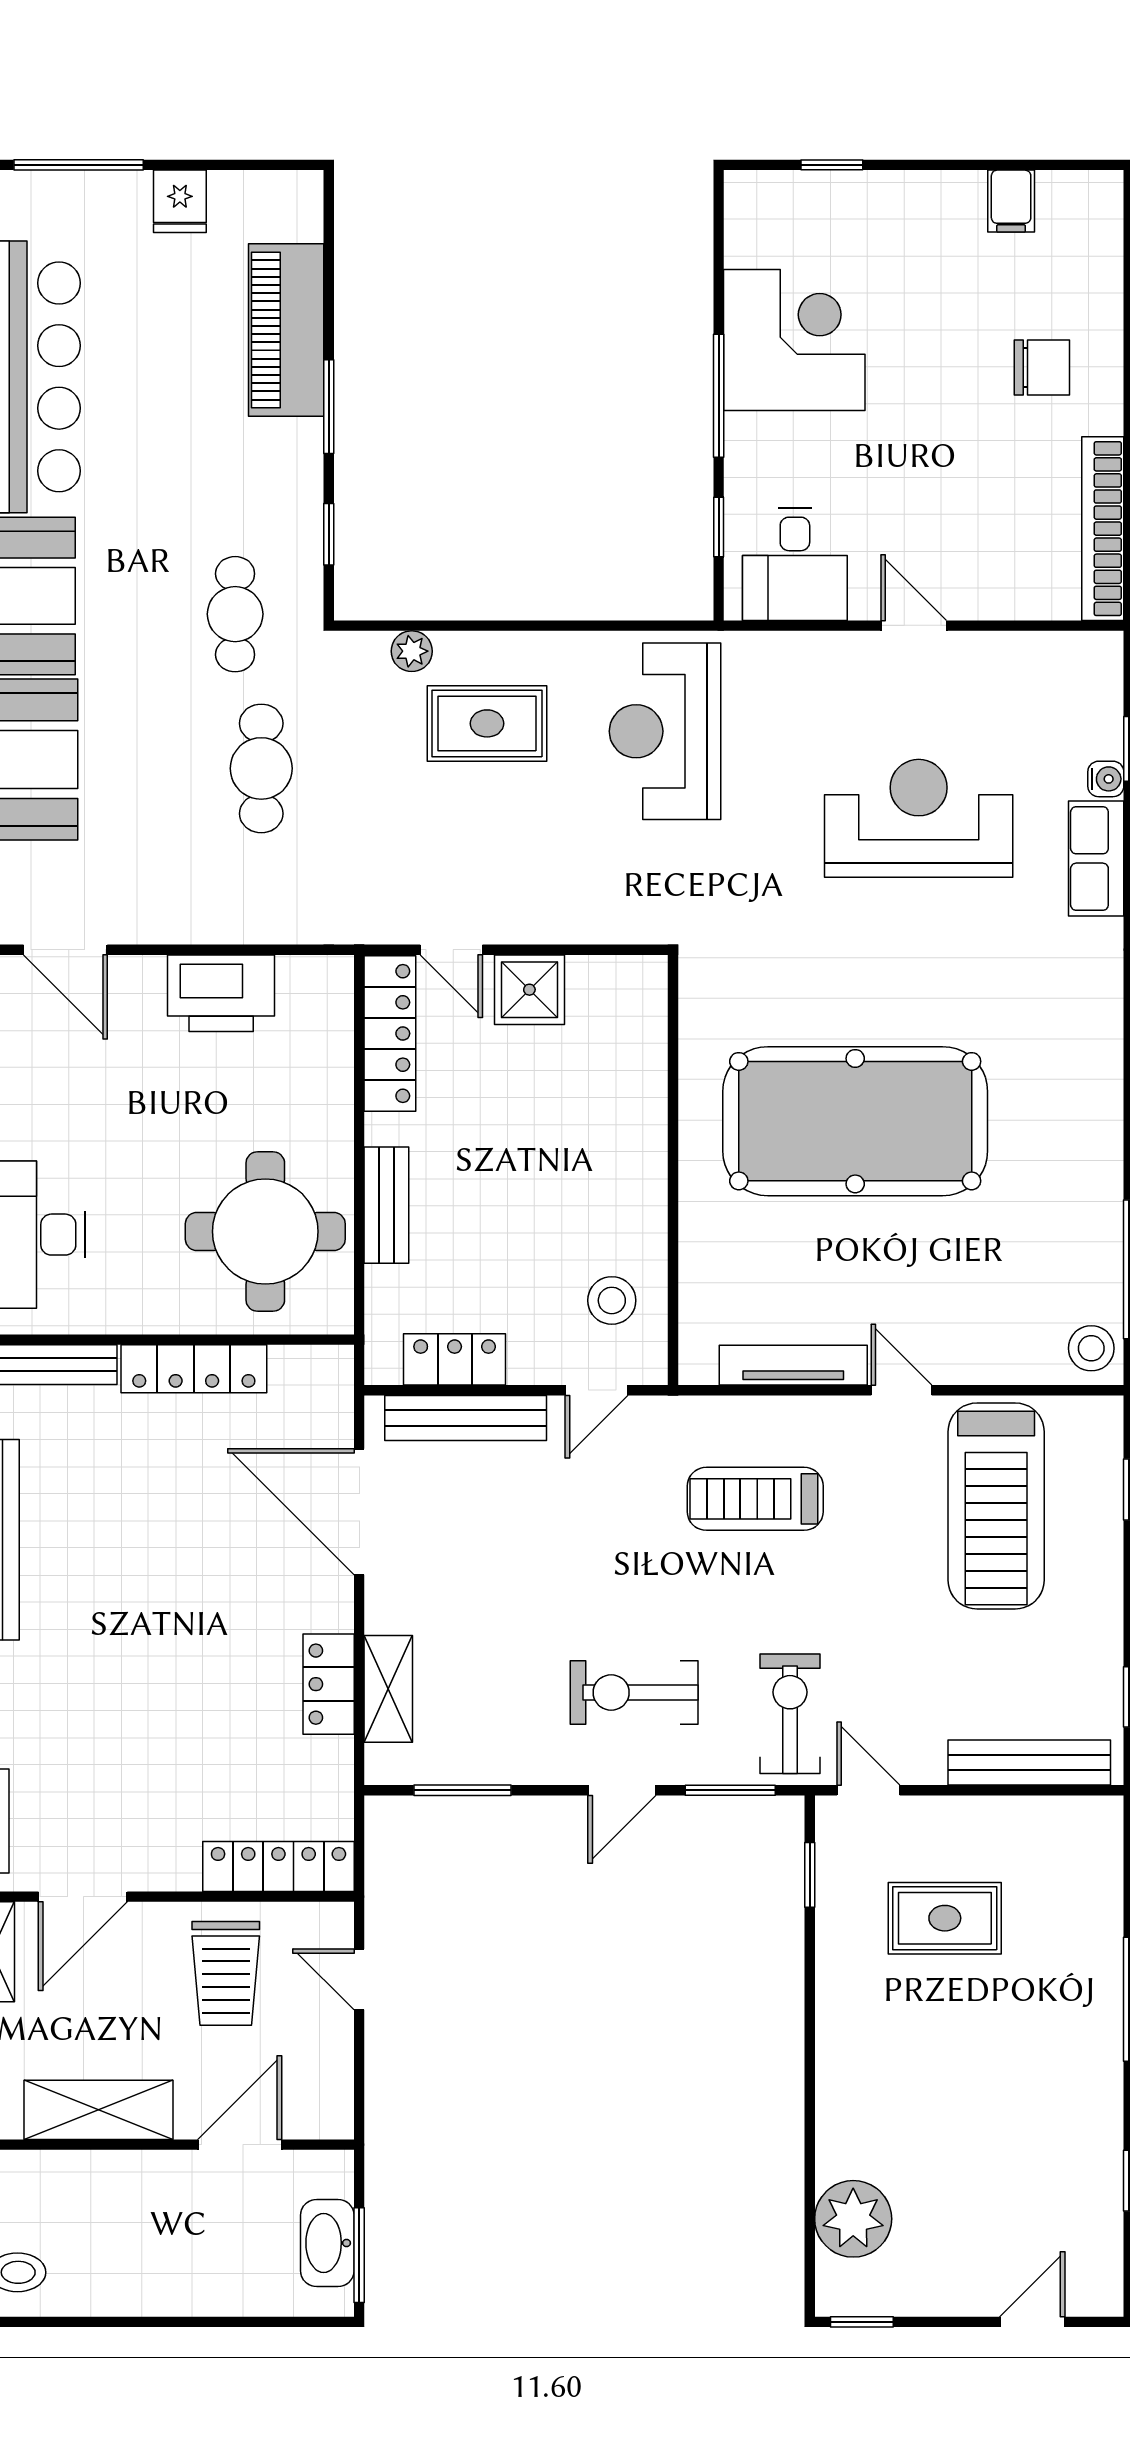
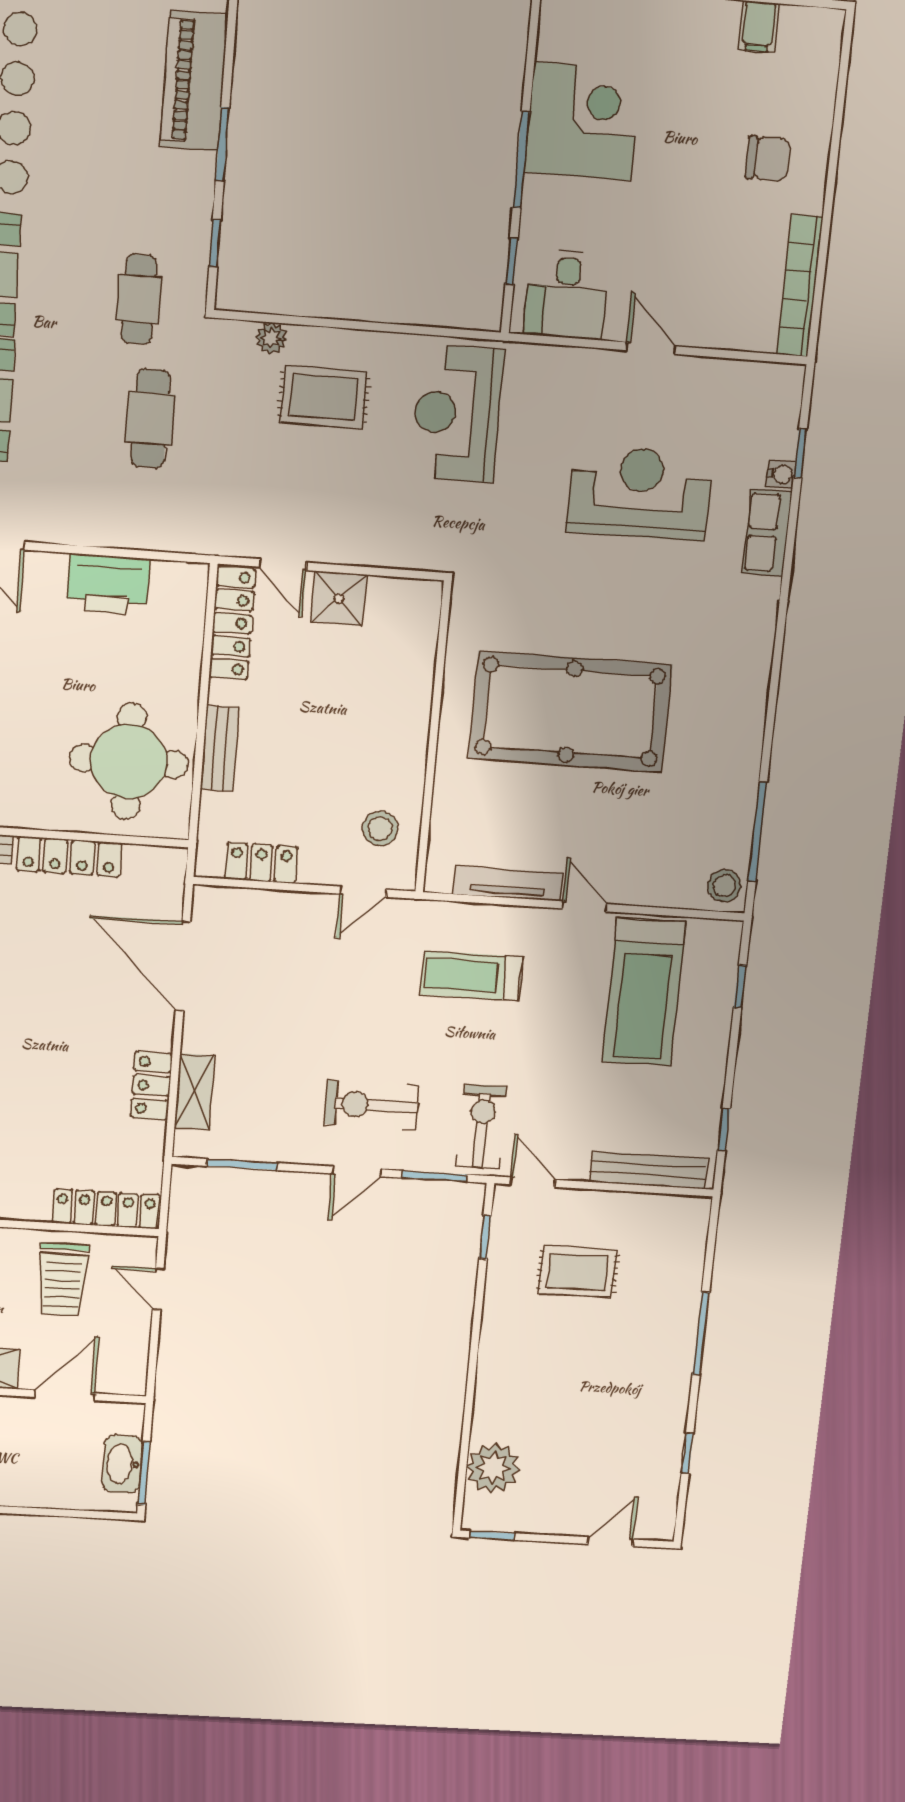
bench: (466, 1418) -> (266, 905), removed

